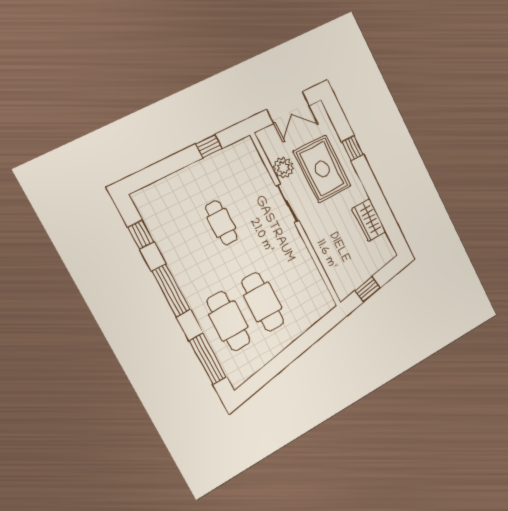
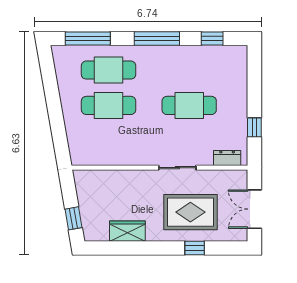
dresser: (253, 159) -> (227, 158), added
plant: (283, 168) -> (208, 179), removed
cafe table: (221, 223) -> (189, 105), width x1.37, depth x1.35
window: (368, 289) -> (74, 218), moved

